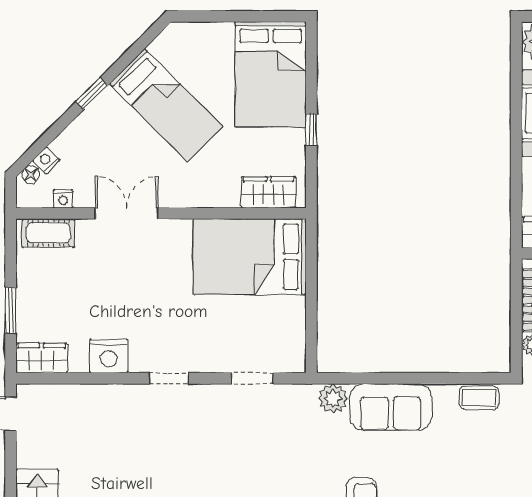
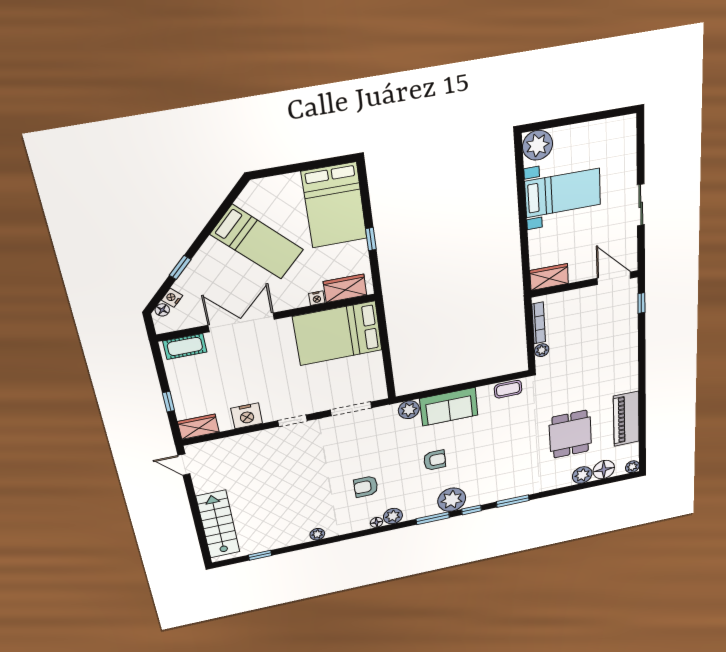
window: (92, 93) -> (180, 267), moved
nightstand: (63, 199) -> (317, 298), moved
double door: (127, 213) -> (241, 322), width x1.37
window: (11, 310) -> (168, 402), width x0.67
doorway: (252, 378) -> (351, 409), width x1.38

